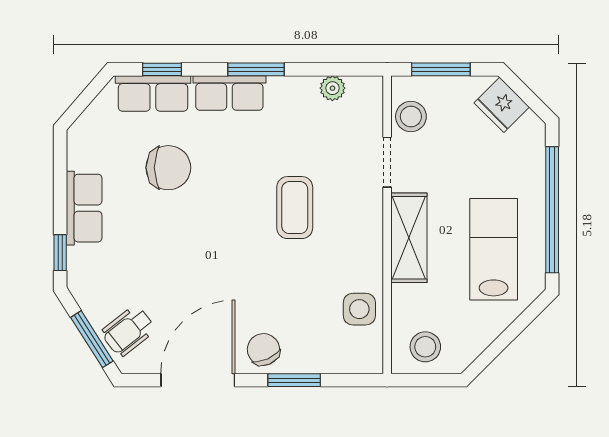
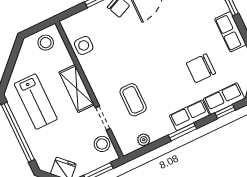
coffee table: (295, 208) -> (133, 100), moved

